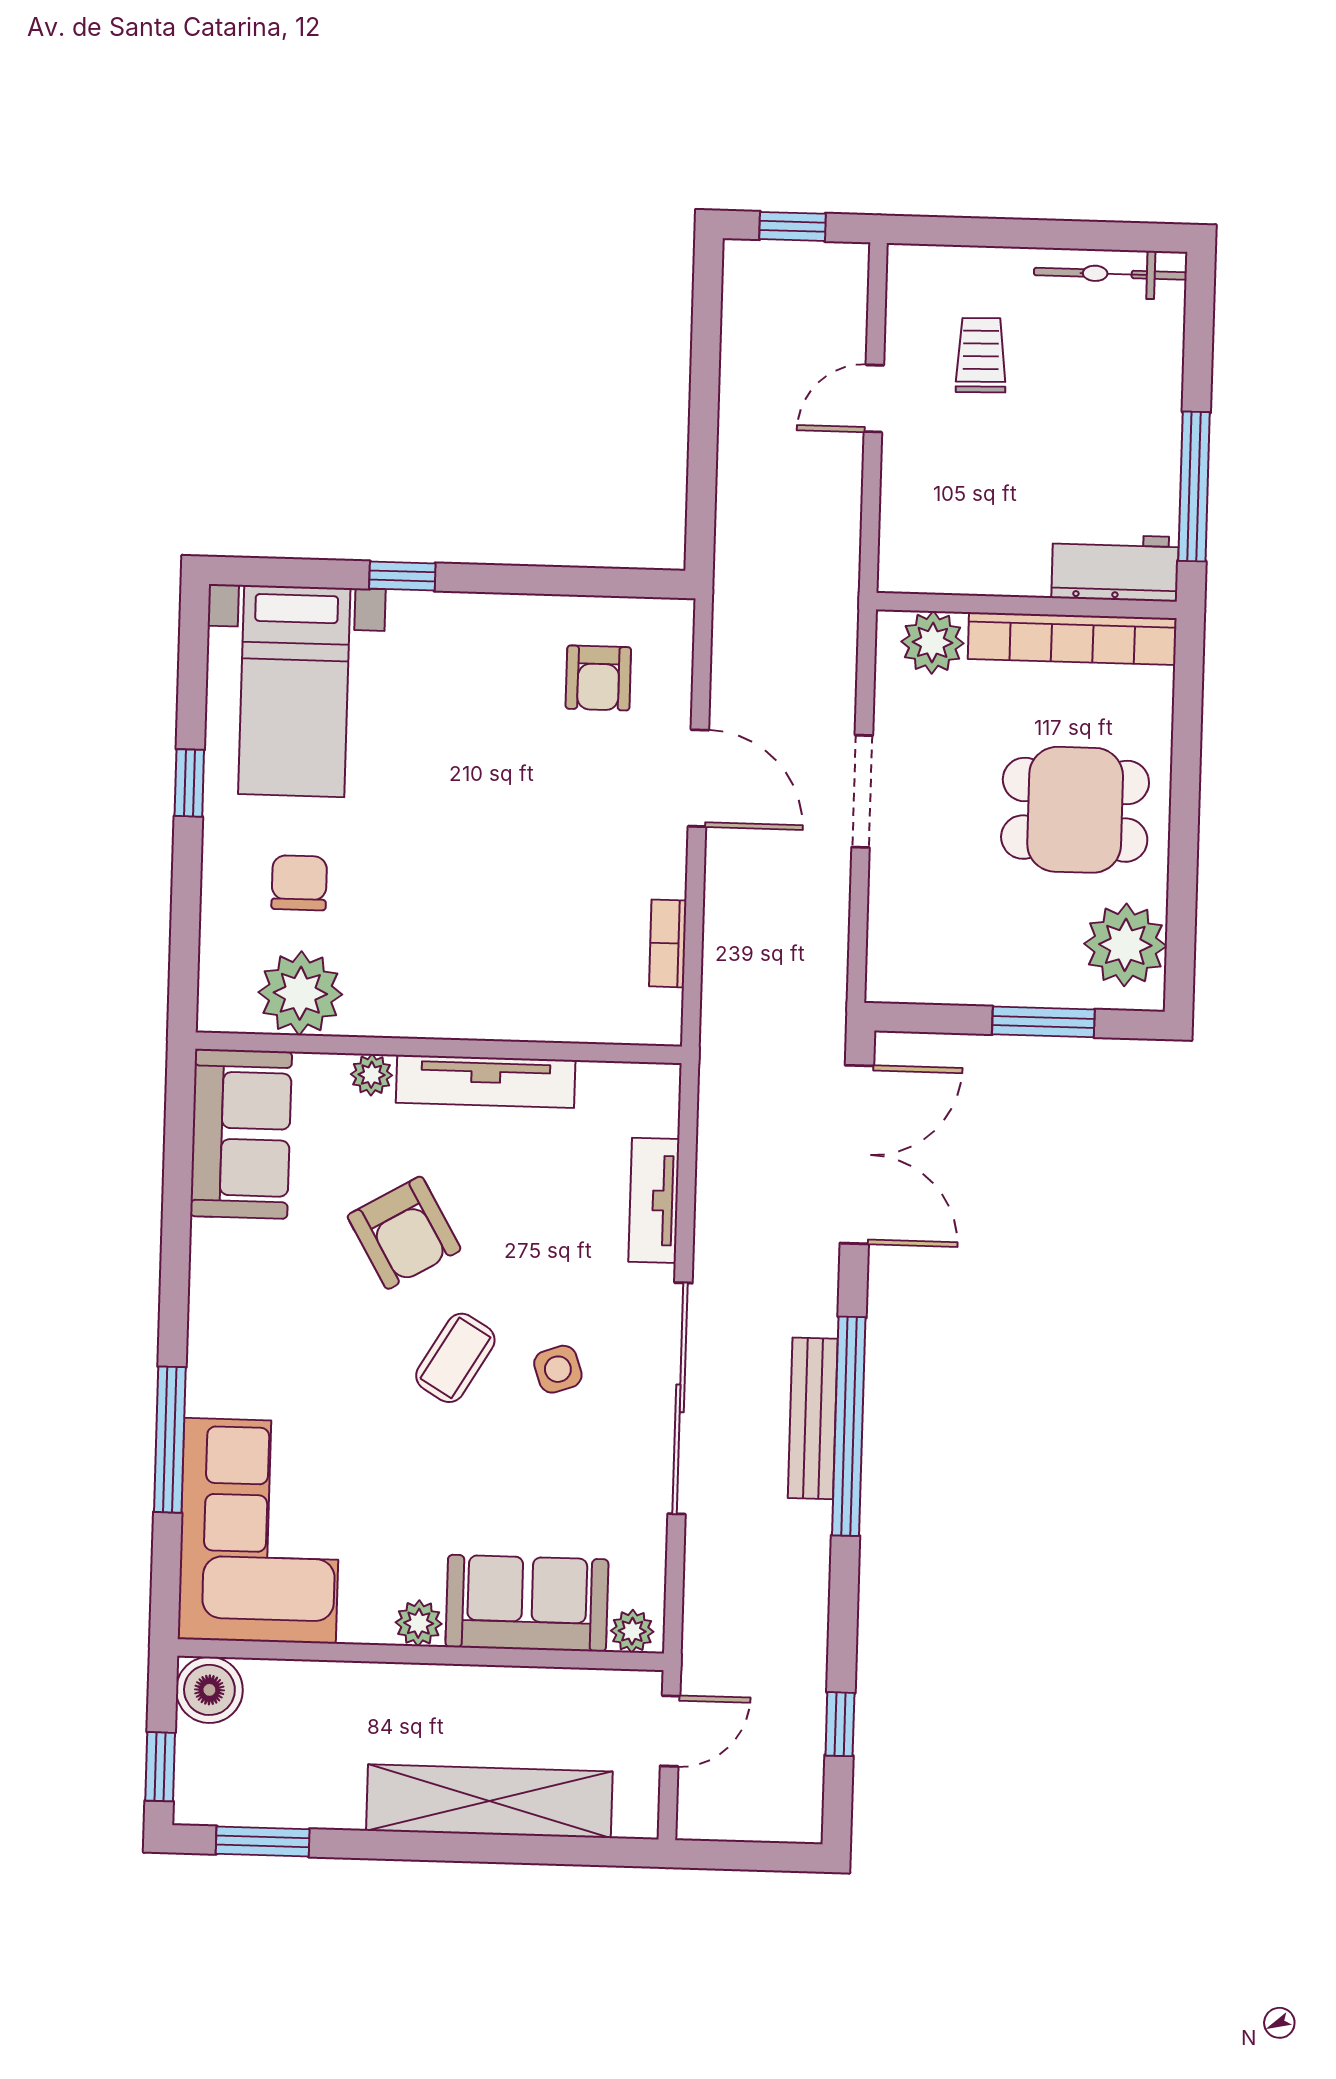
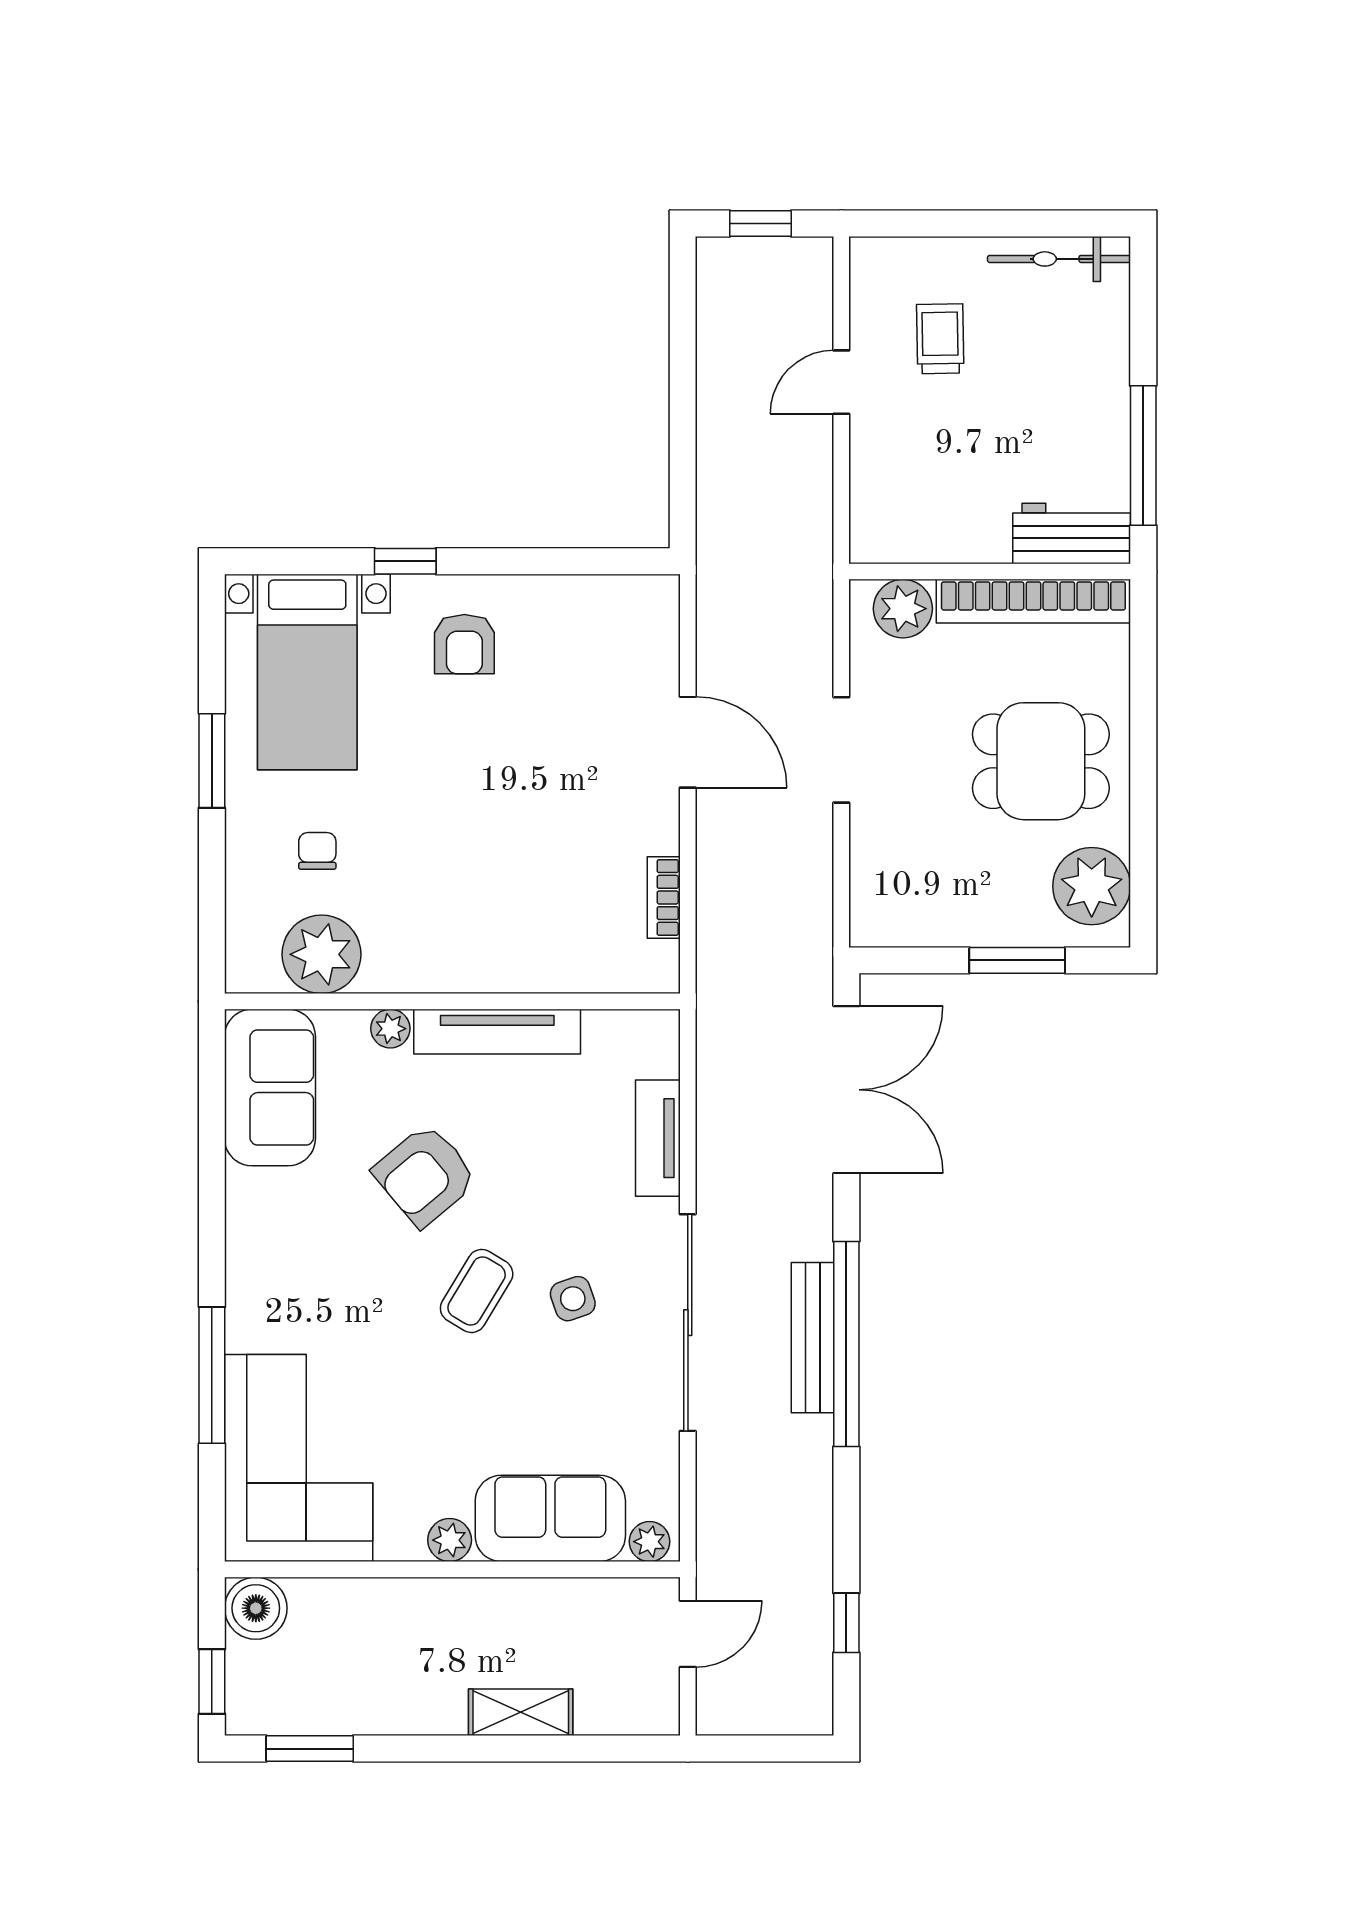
armchair: (598, 678) -> (464, 644), moved
window: (189, 783) -> (212, 761), width x1.50
chair: (299, 883) -> (317, 851), width x0.73, depth x0.73
armchair: (404, 1233) -> (425, 1175), turned 80
shelving: (489, 1801) -> (521, 1712), width x0.45, depth x0.75

